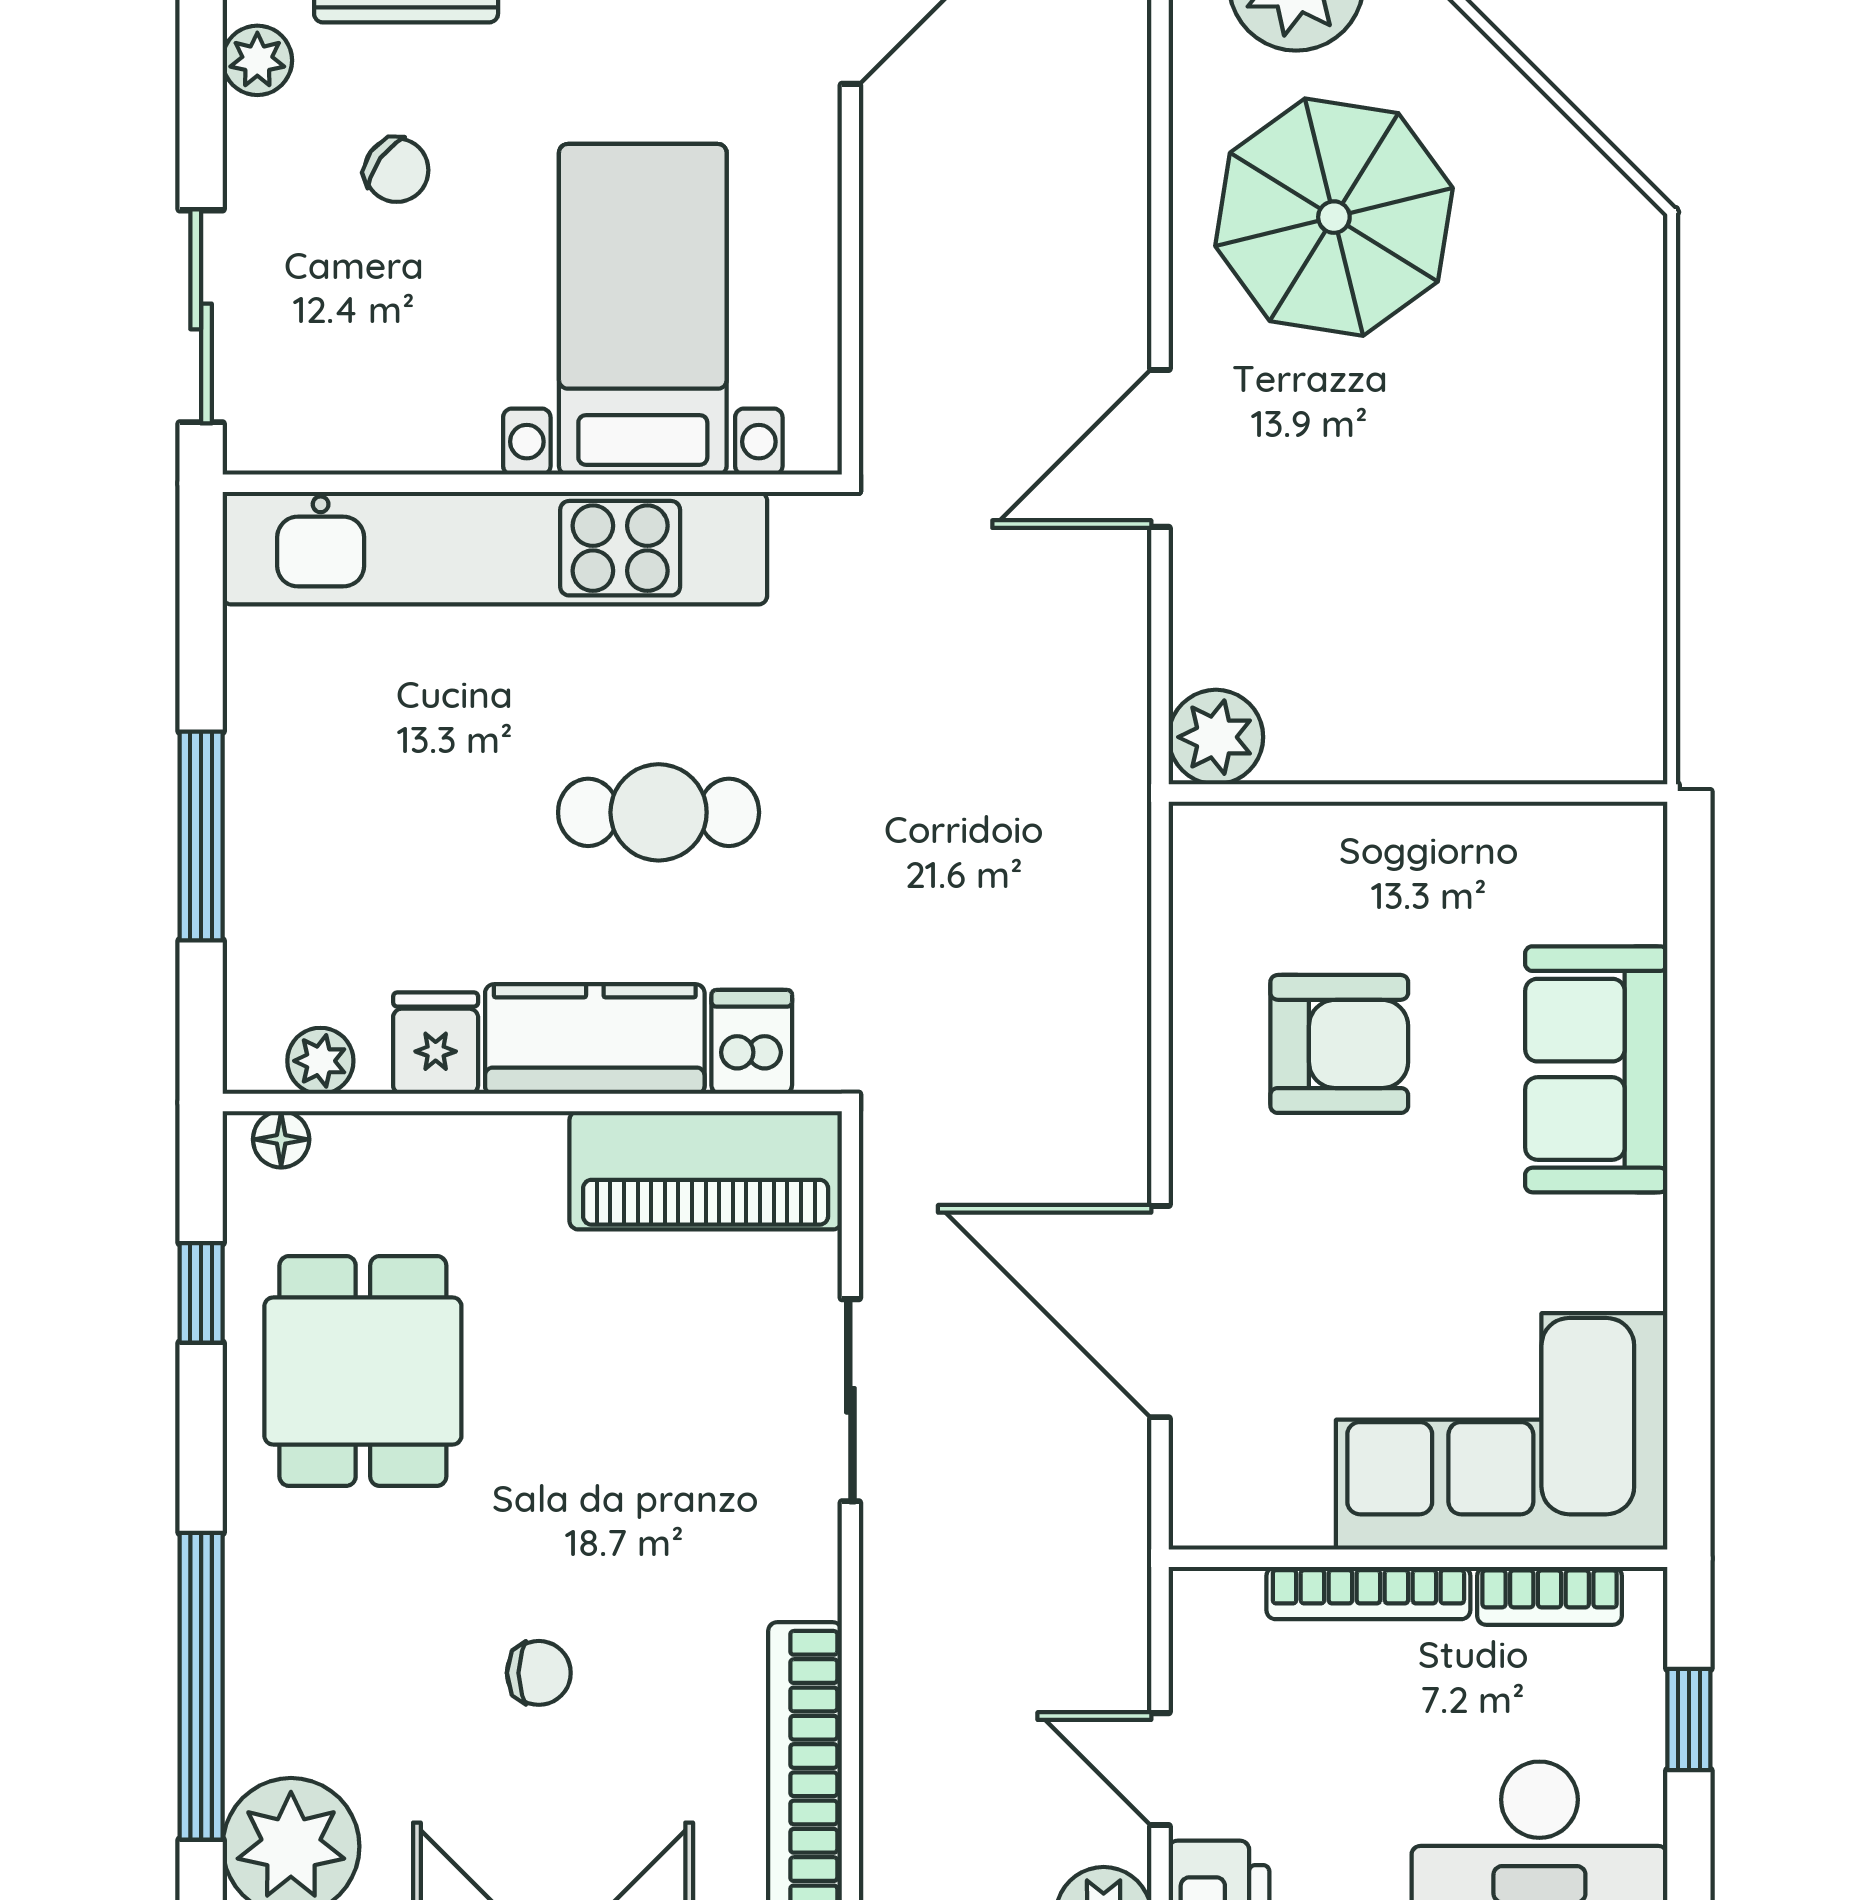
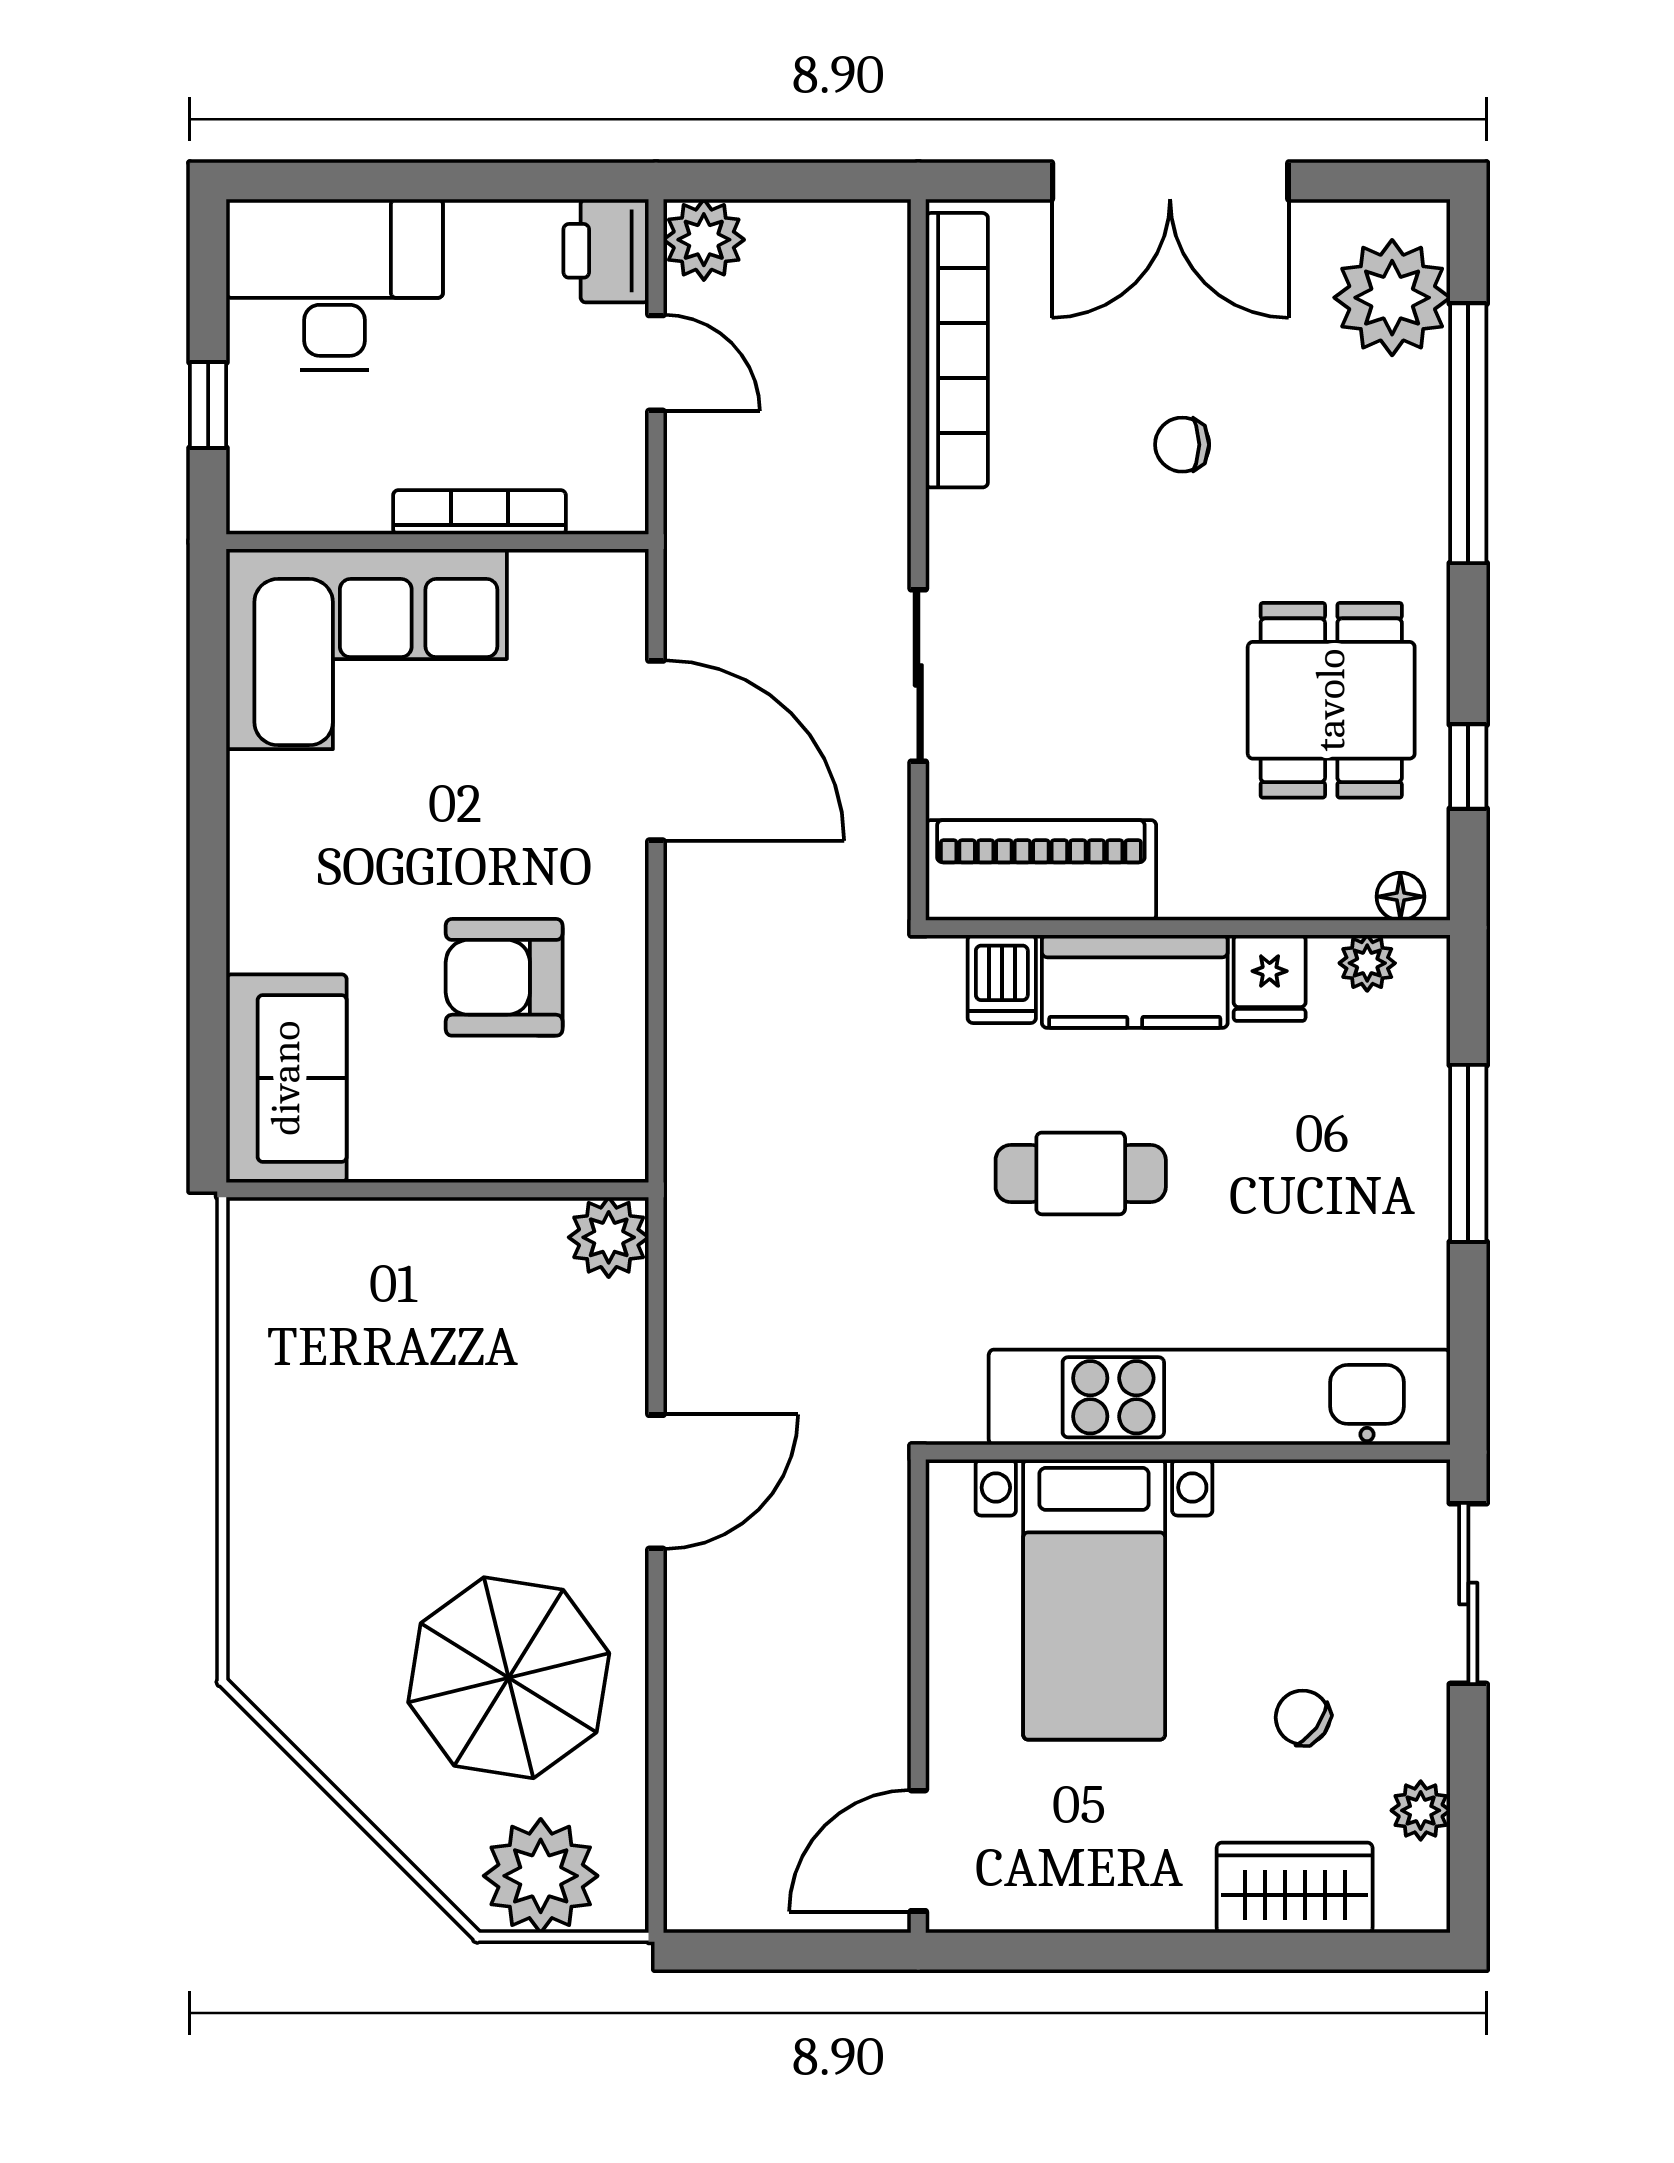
sofa: (1596, 1069) -> (286, 1078), moved
bookcase: (1550, 1596) -> (326, 510), removed

